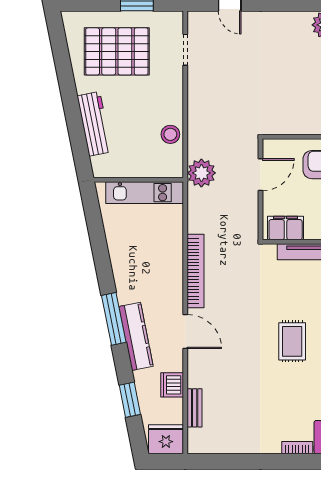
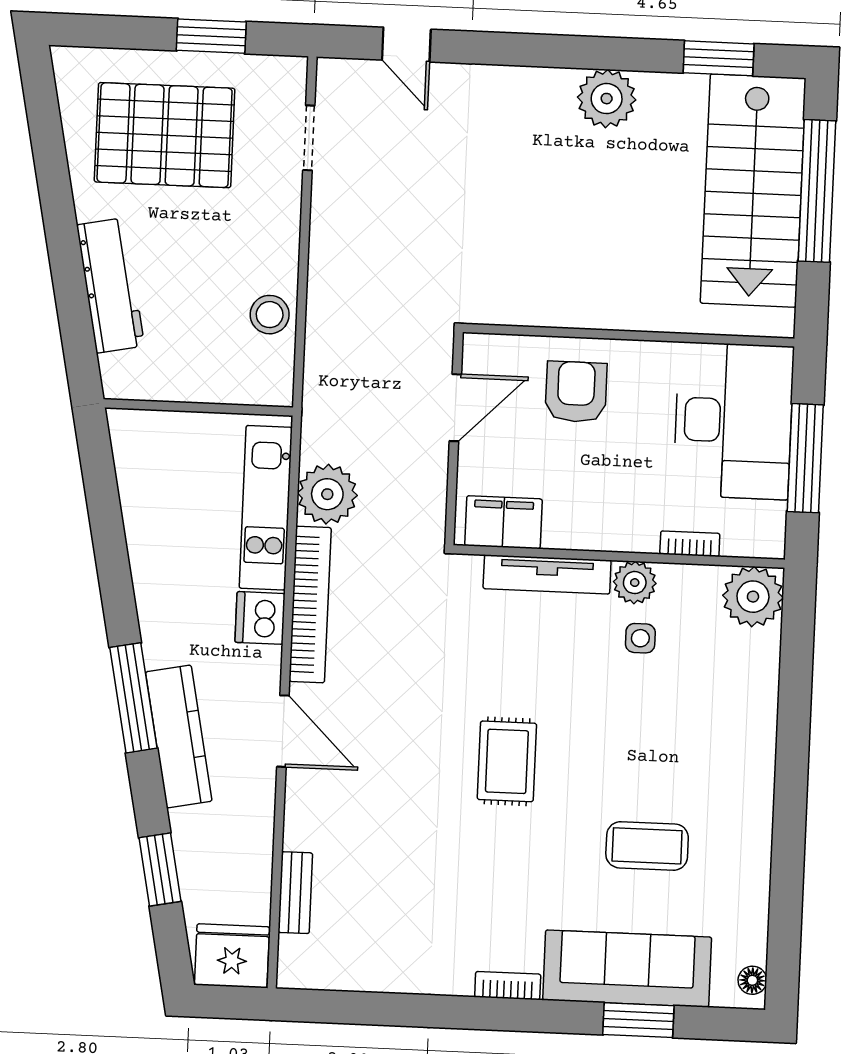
plant: (201, 173) -> (327, 494), moved
kitchen unit: (145, 193) -> (266, 508), moved, turned 90
dishwasher: (172, 385) -> (260, 618), moved

